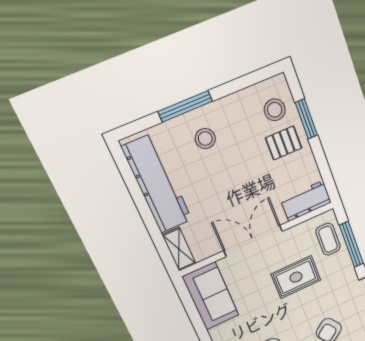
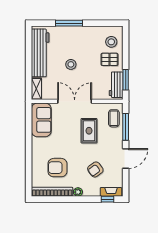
window: (306, 119) -> (126, 80), moved
stool: (205, 139) -> (71, 64), moved
workbench: (306, 201) -> (116, 85), moved, turned -90
rug: (296, 277) -> (89, 131), turned 90

